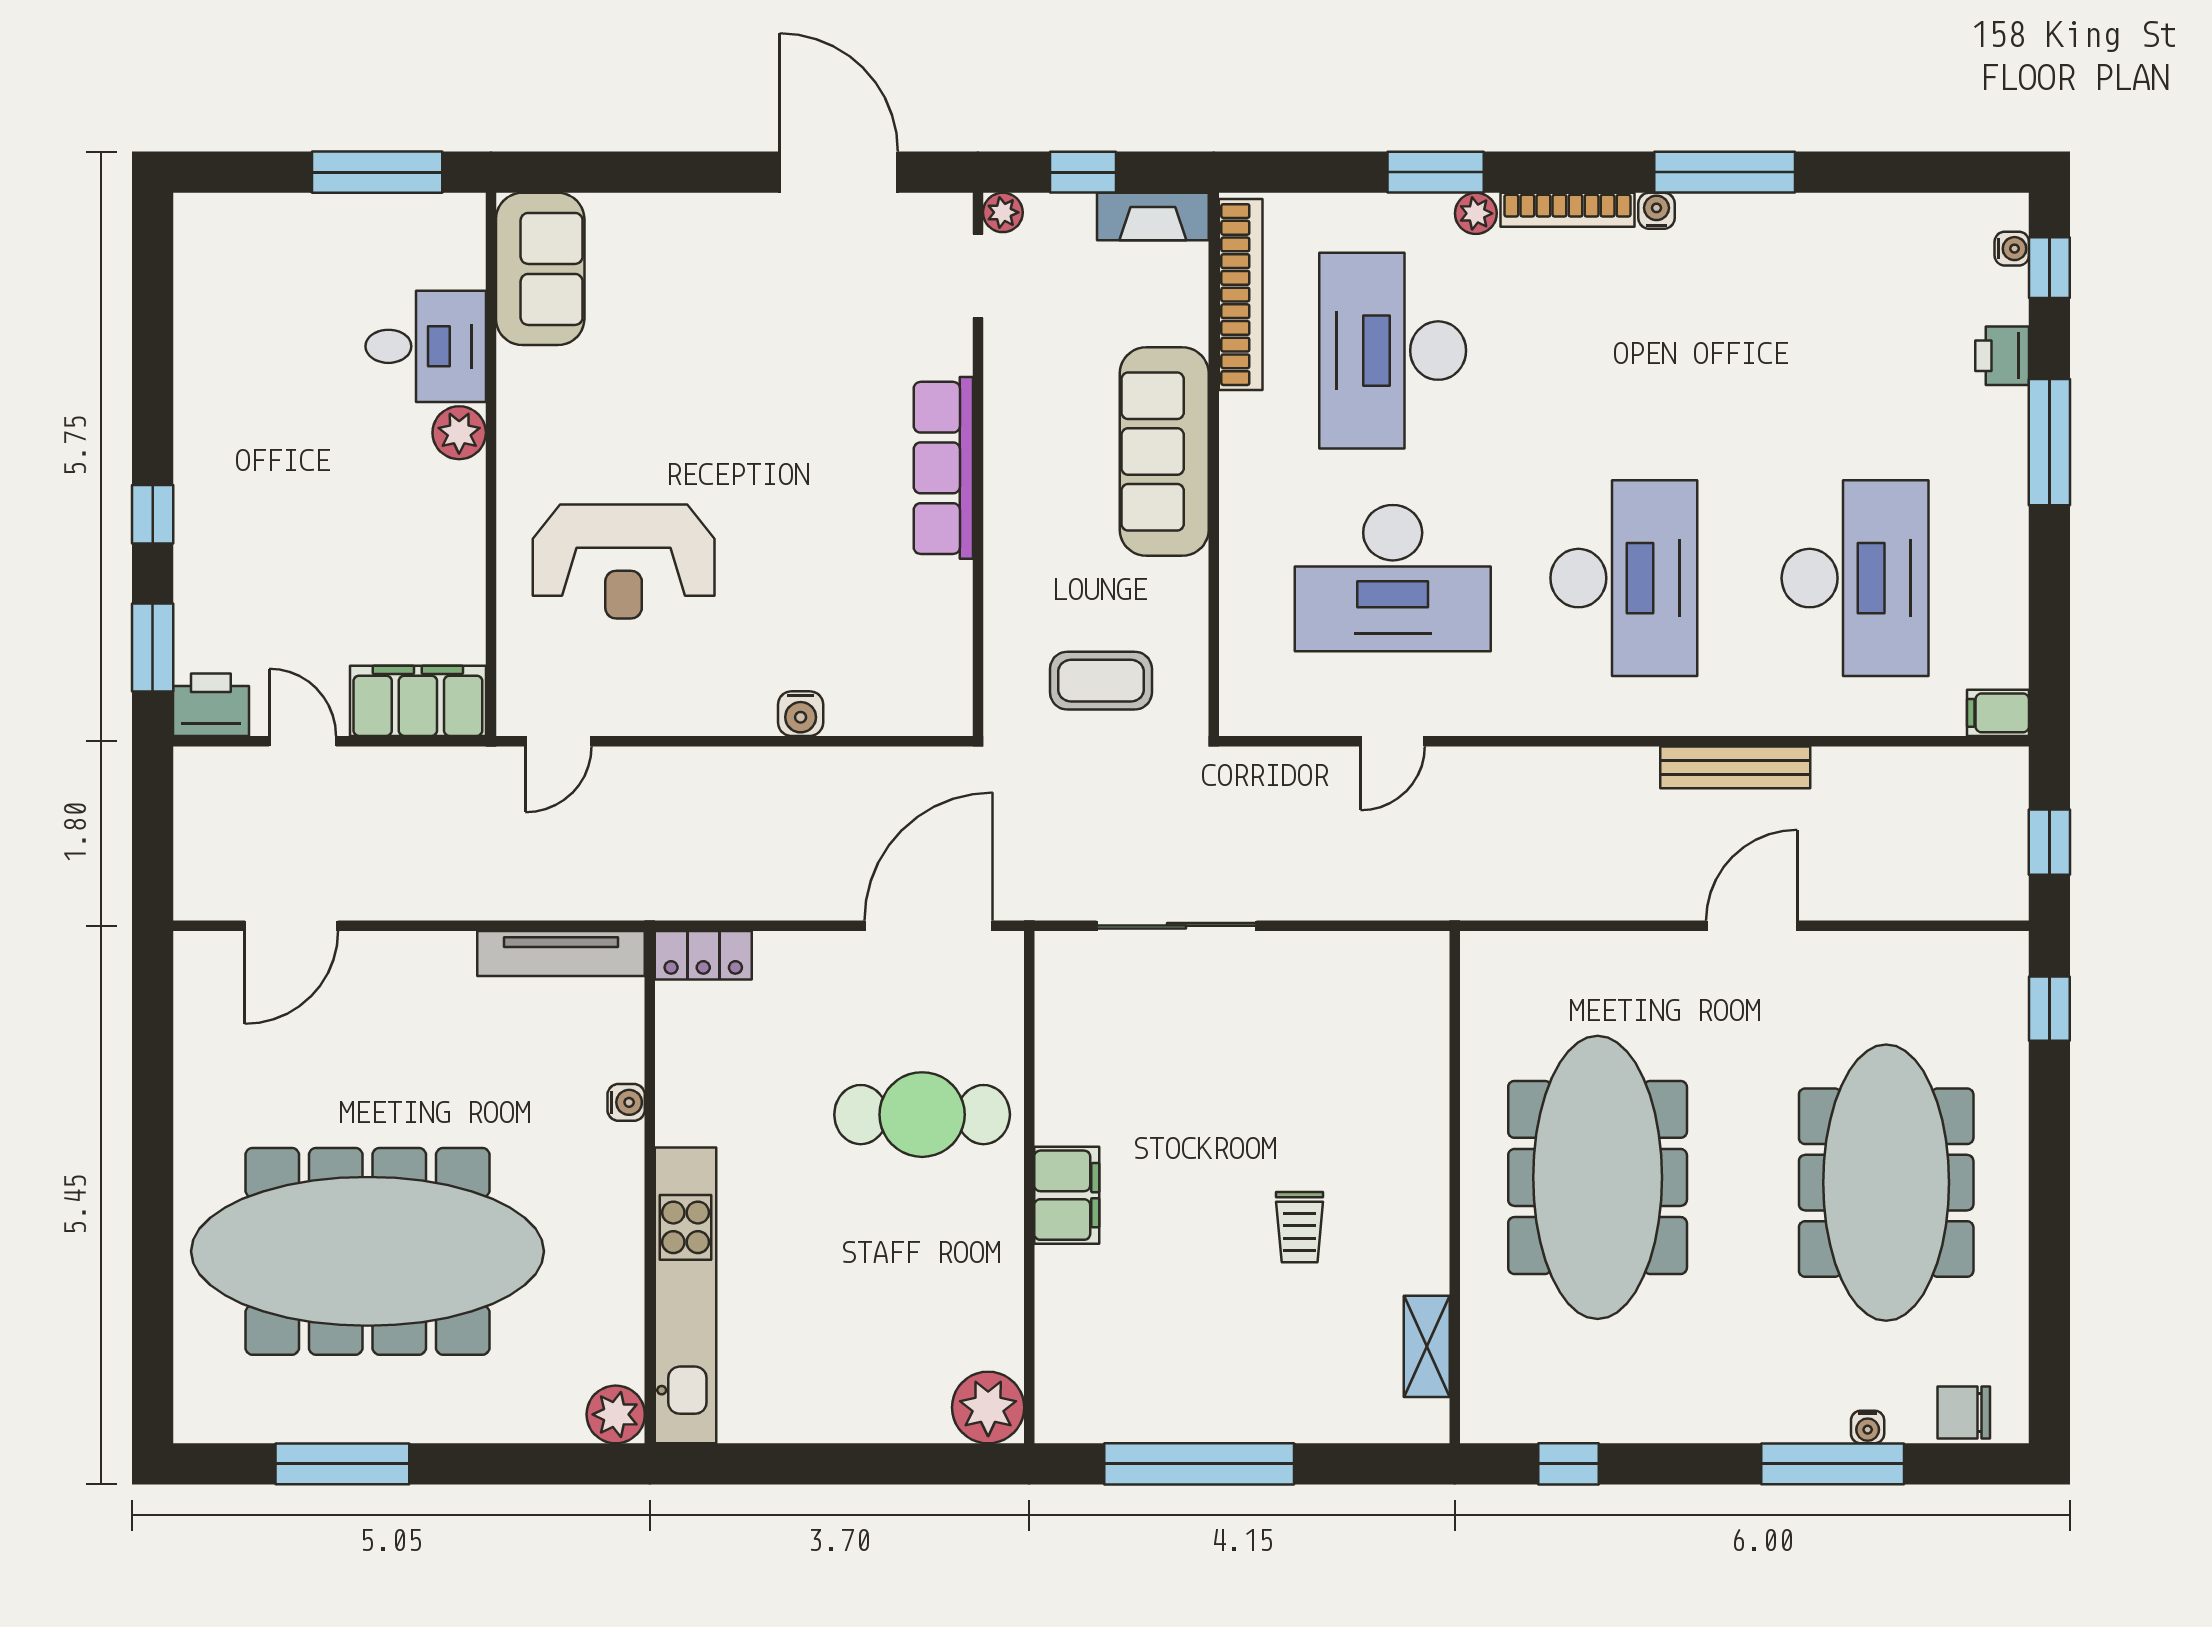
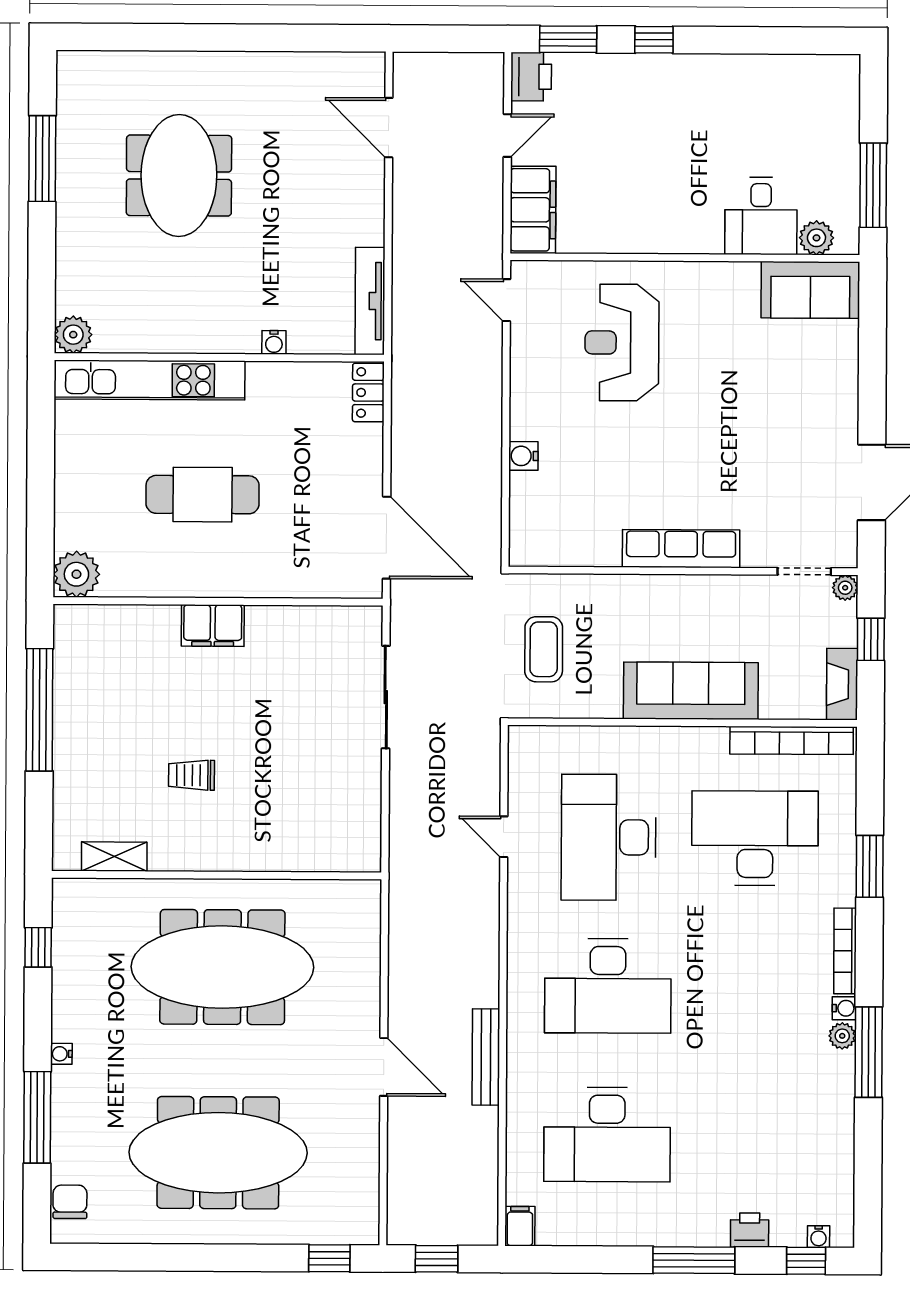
plant: (1476, 213) -> (842, 1036), moved
plant: (459, 433) -> (816, 238), moved
cafe table: (922, 1115) -> (203, 495), moved, turned 90
meeting table: (367, 1251) -> (179, 176), width x0.54, depth x0.79
water cooler: (1868, 1427) -> (61, 1054), moved

